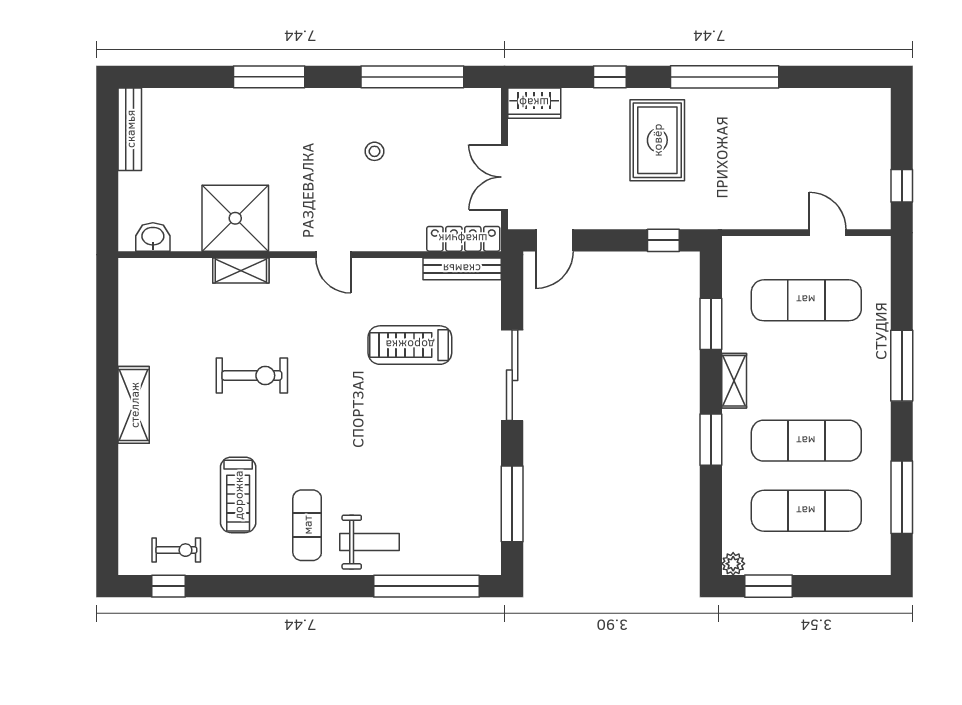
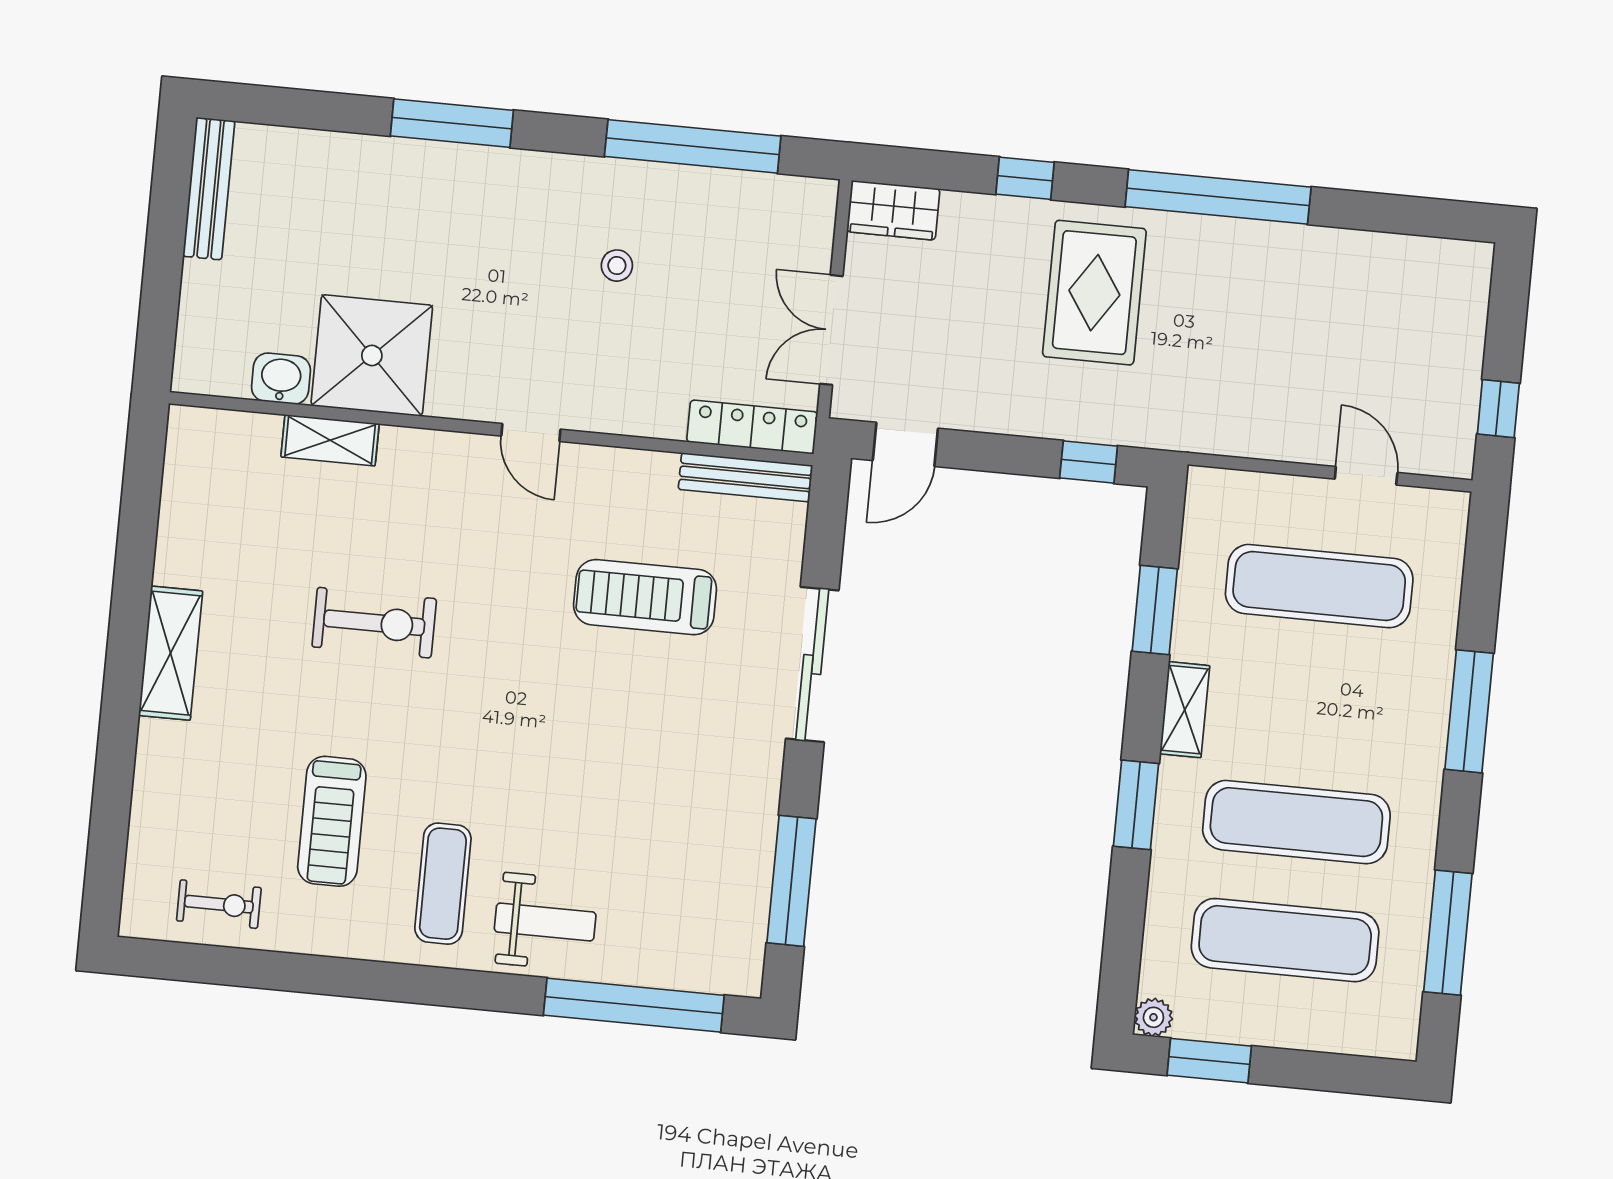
washbasin: (153, 237) -> (281, 379), moved
shelving: (241, 271) -> (330, 440), moved
window: (168, 586) -> (200, 963), removed

